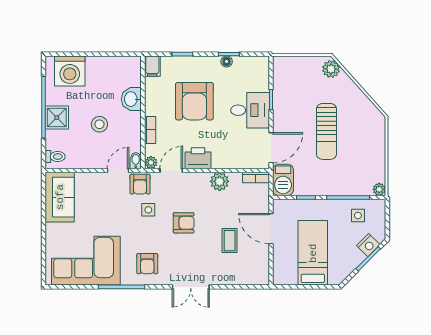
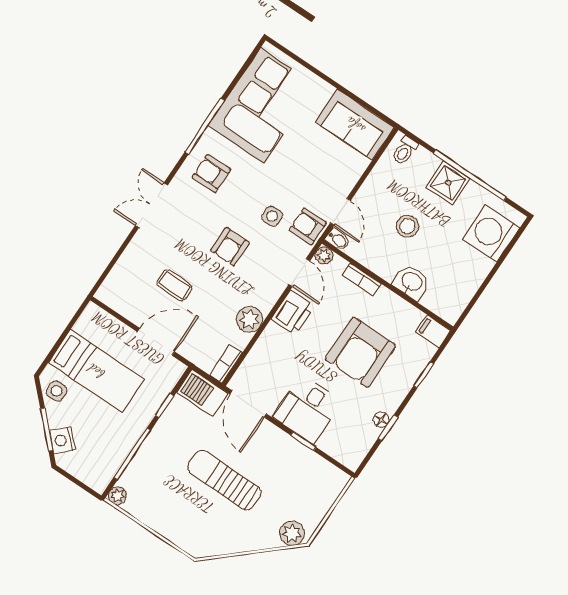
armchair: (194, 101) -> (361, 352), turned -90
side table: (358, 216) -> (56, 391), moved

